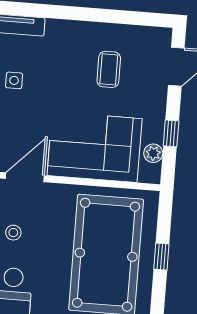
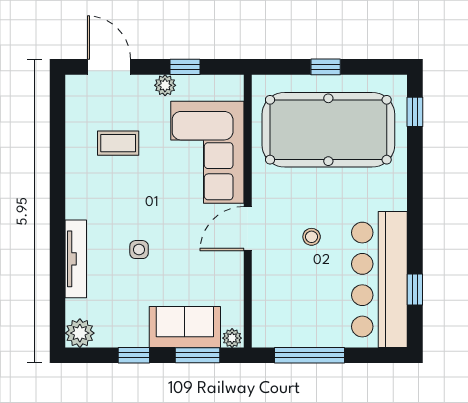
plant: (153, 153) -> (165, 85), moved
door: (25, 177) -> (248, 229), hinge flipped

